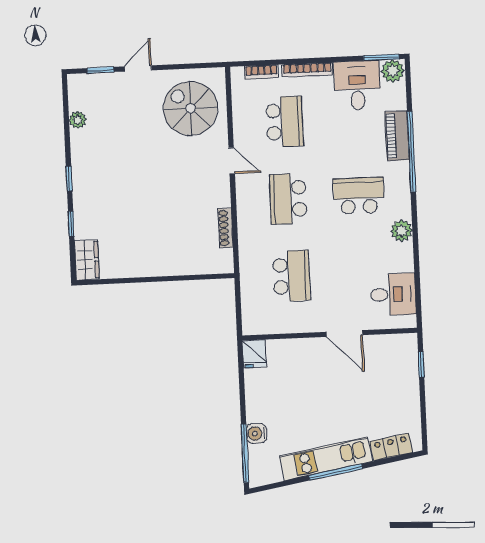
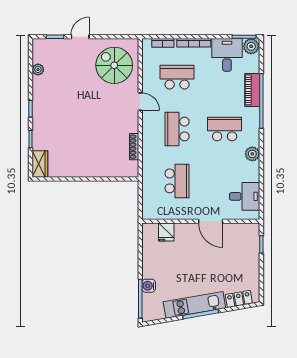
school desk: (285, 122) -> (177, 77), turned -90
fridge: (254, 354) -> (166, 232), moved

